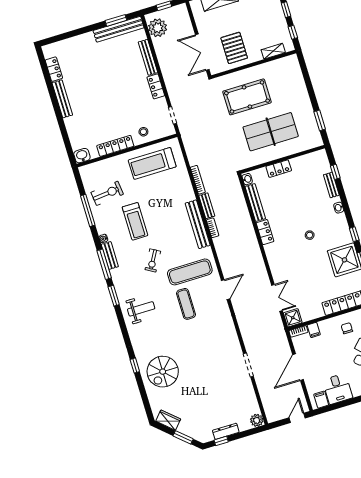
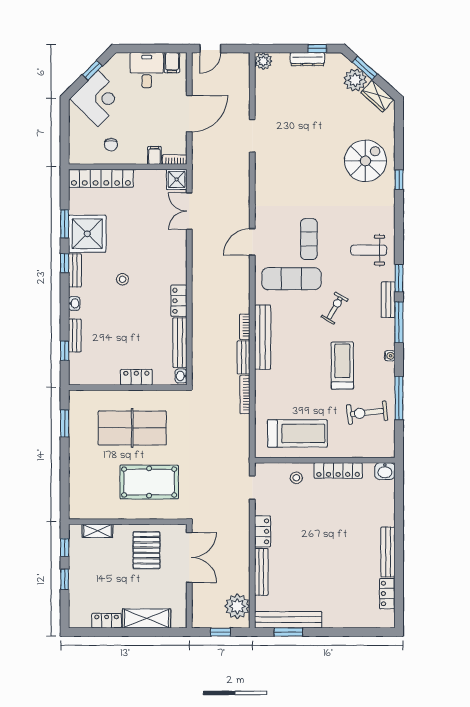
bench: (345, 231) -> (75, 270), added
bench: (110, 255) -> (388, 300), moved
plant: (187, 427) -> (355, 80), added

